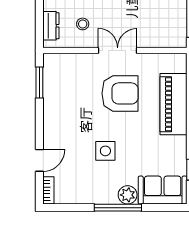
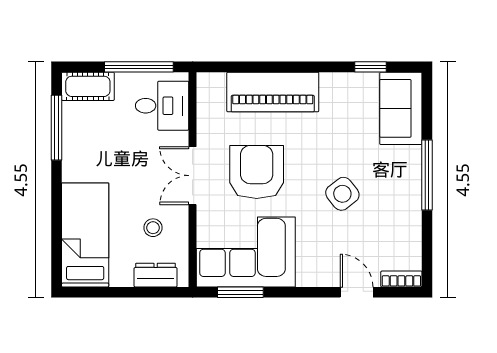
desk: (164, 30) -> (162, 106), added
corner sofa: (66, 86) -> (246, 252), added
side table: (105, 151) -> (342, 194), turned -38
plant: (128, 195) -> (408, 161), removed

